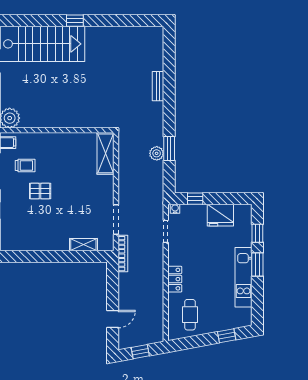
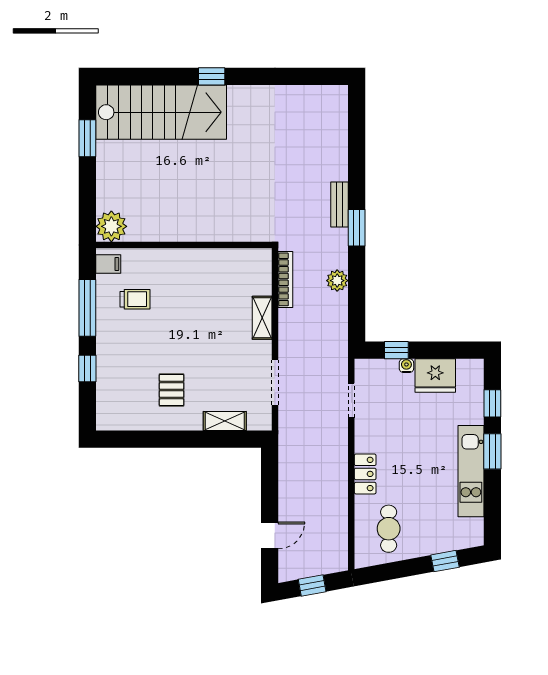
bench: (158, 86) -> (339, 205), moved
window: (169, 149) -> (357, 228), moved
shelving: (106, 153) -> (262, 318), moved, width x0.67, depth x0.75
pallet: (40, 191) -> (172, 390), moved, turned 90
water cooler: (175, 209) -> (406, 366), moved
bookcase: (123, 254) -> (285, 279), moved

